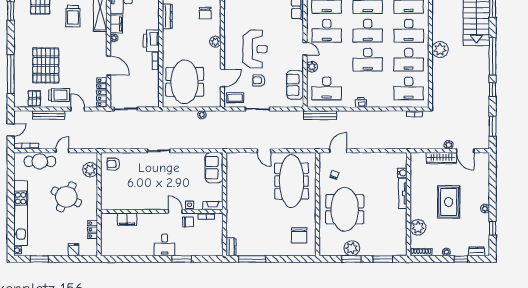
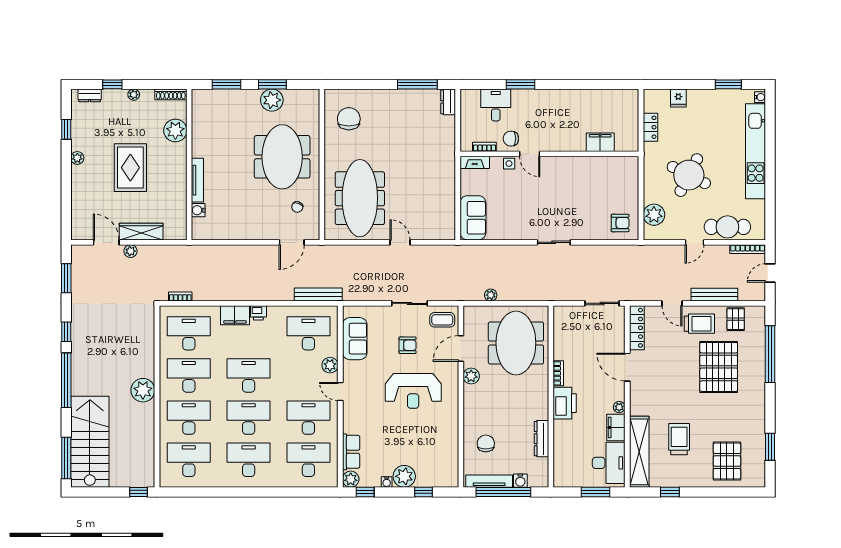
plant: (215, 42) -> (471, 376), moved
reception desk: (255, 49) -> (413, 391), turned -90
trolley: (59, 95) -> (699, 324), turned 180
filing cabinet: (377, 101) -> (235, 315), added
desk: (165, 245) -> (496, 105), moved

